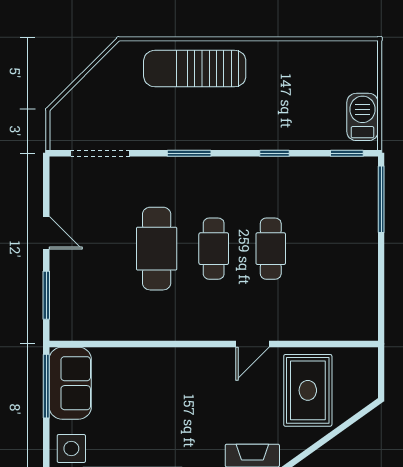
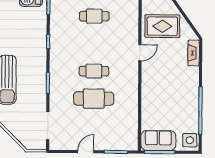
cafe table: (271, 249) -> (94, 16), moved
door: (252, 344) -> (140, 53), hinge flipped

